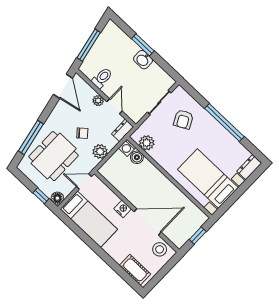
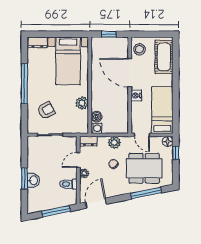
washbasin: (143, 60) -> (33, 180), moved
plant: (147, 143) -> (82, 103), moved
cot: (135, 270) -> (164, 57), width x1.37, depth x1.34

